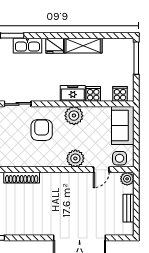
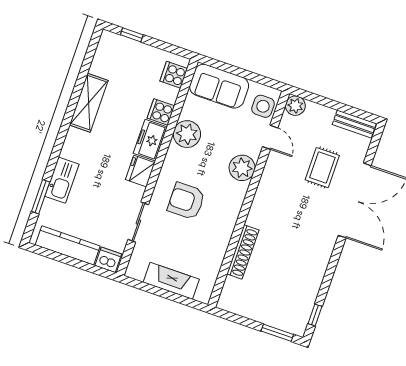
fridge: (55, 46) -> (140, 171), moved, turned 180
window: (136, 58) -> (132, 35), width x0.46
plant: (74, 116) -> (187, 134), moved
bench: (128, 208) -> (354, 124), moved
rug: (93, 210) -> (322, 168), added

